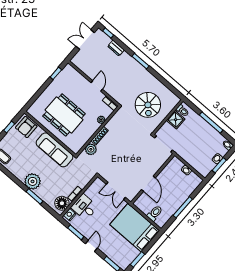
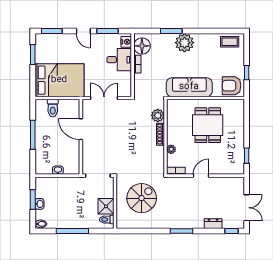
door: (97, 86) -> (201, 176), swing flipped
spiral stairs: (148, 105) -> (142, 198), turned 90
dining table: (64, 115) -> (208, 125), width x0.73
armchair: (26, 127) -> (232, 86), turned -90

